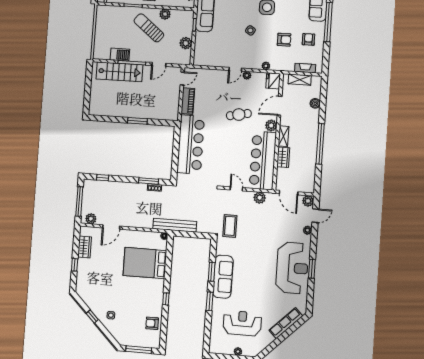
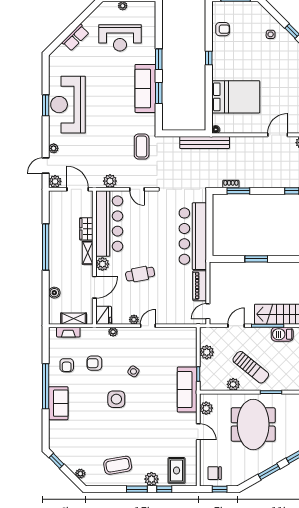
row of seats: (286, 323) -> (75, 37), width x0.68

